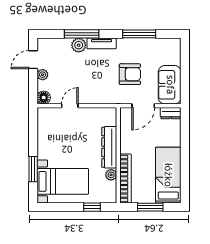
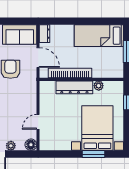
door: (70, 106) -> (38, 122), hinge flipped
bookcase: (126, 178) -> (70, 73), moved
bed with nightstands: (63, 181) -> (97, 128), width x1.36

